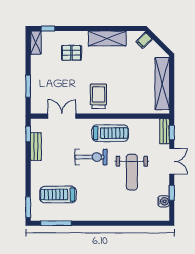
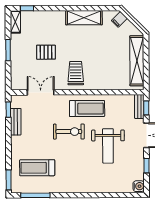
pallet: (71, 53) -> (46, 52), moved
window: (28, 86) -> (8, 50), moved
water cooler: (164, 201) -> (139, 186), moved

